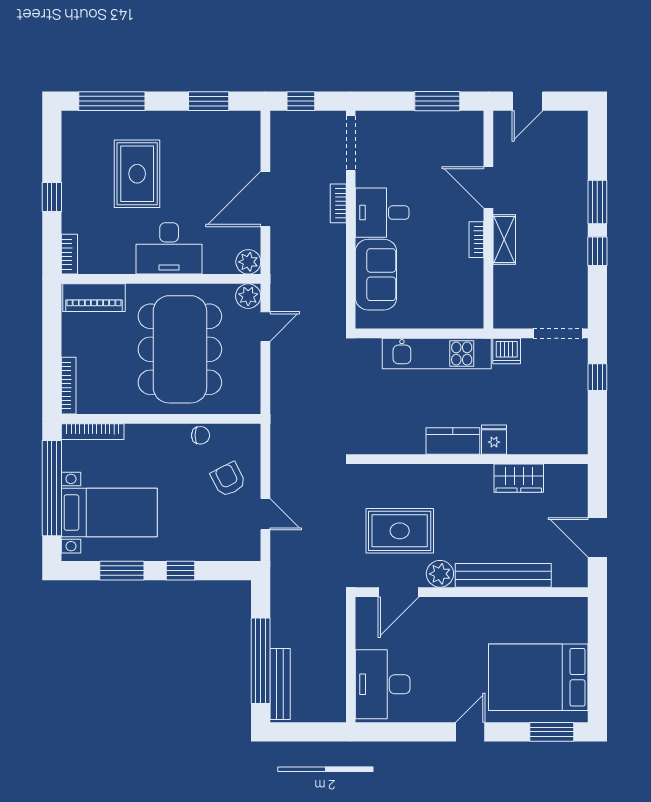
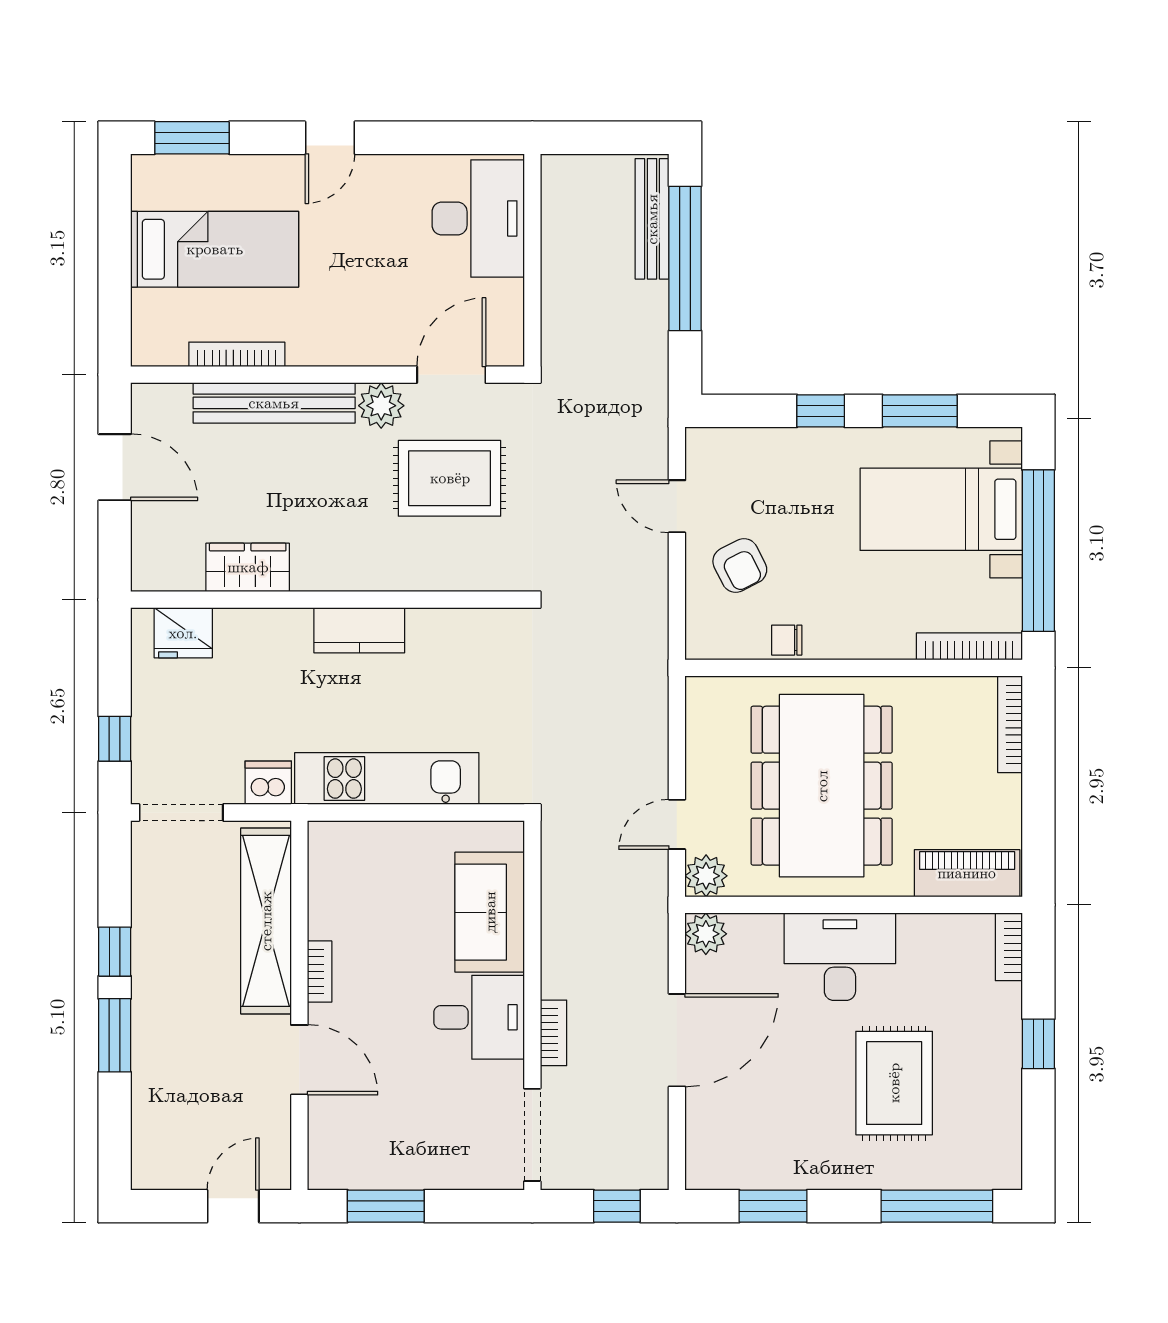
shelving: (504, 240) -> (266, 921), width x2.20, depth x1.33
fridge: (494, 440) -> (183, 633), moved, width x1.38
bookcase: (525, 604) -> (237, 354), added
bed: (538, 677) -> (215, 249), width x0.67

